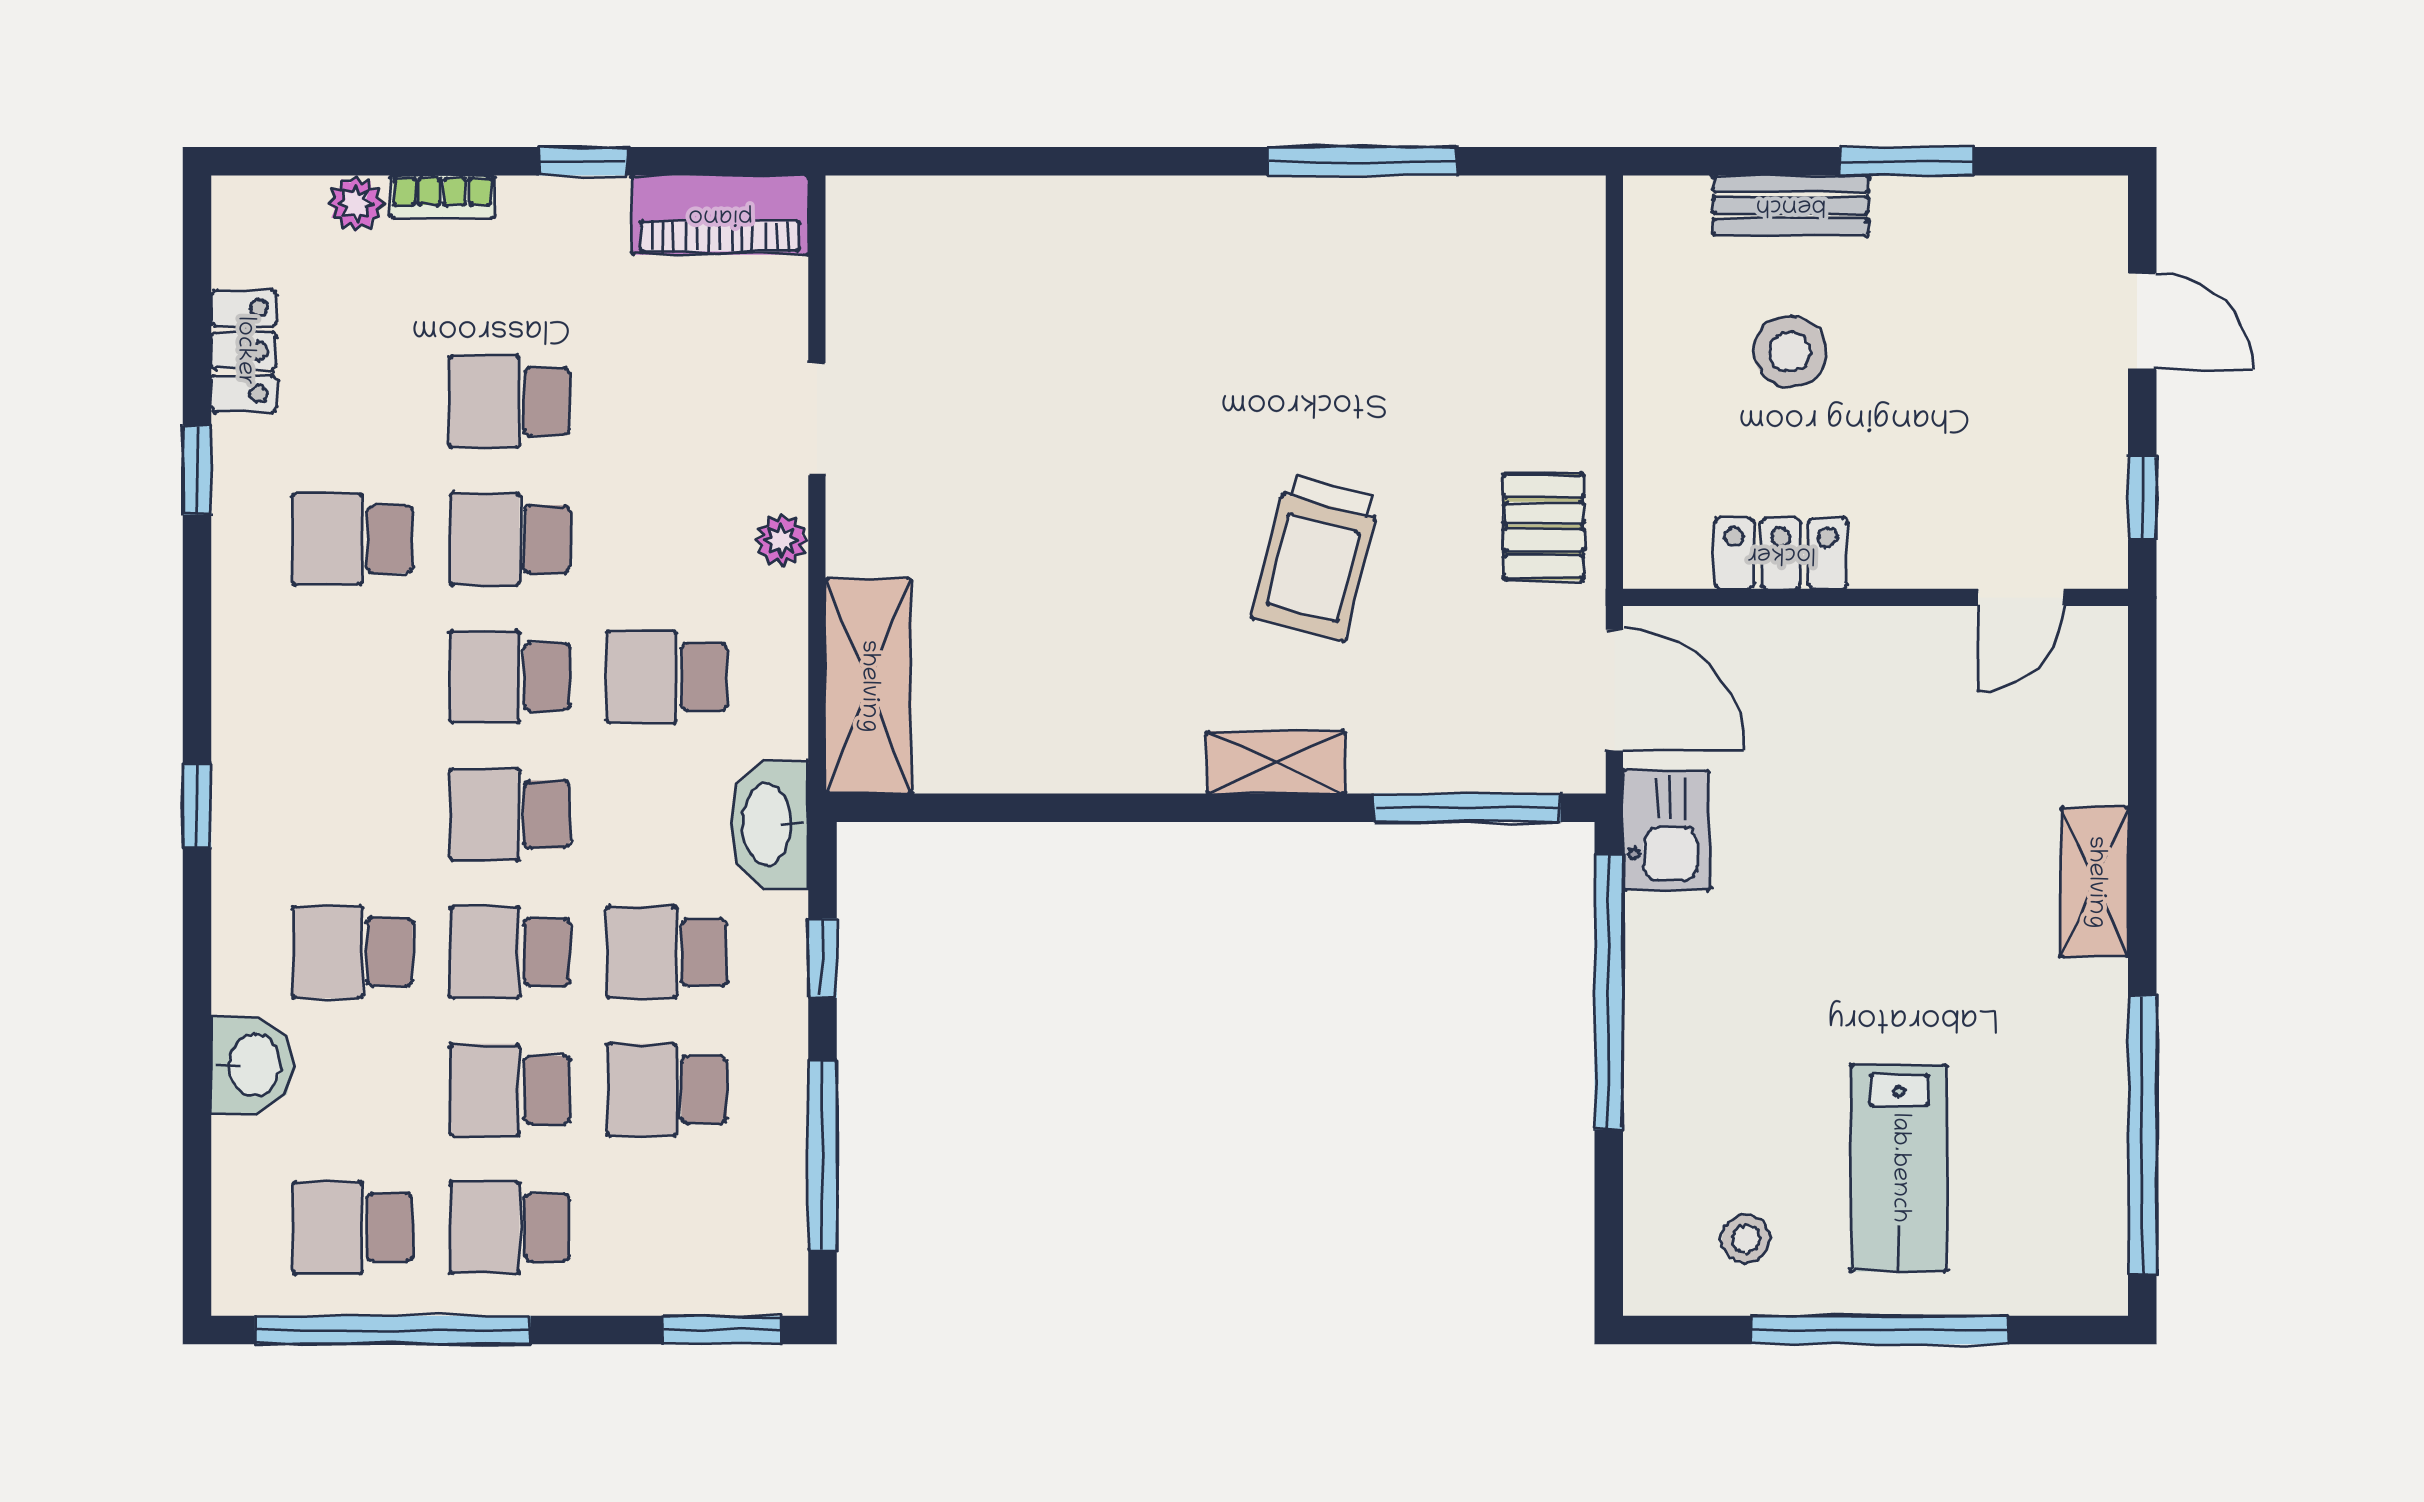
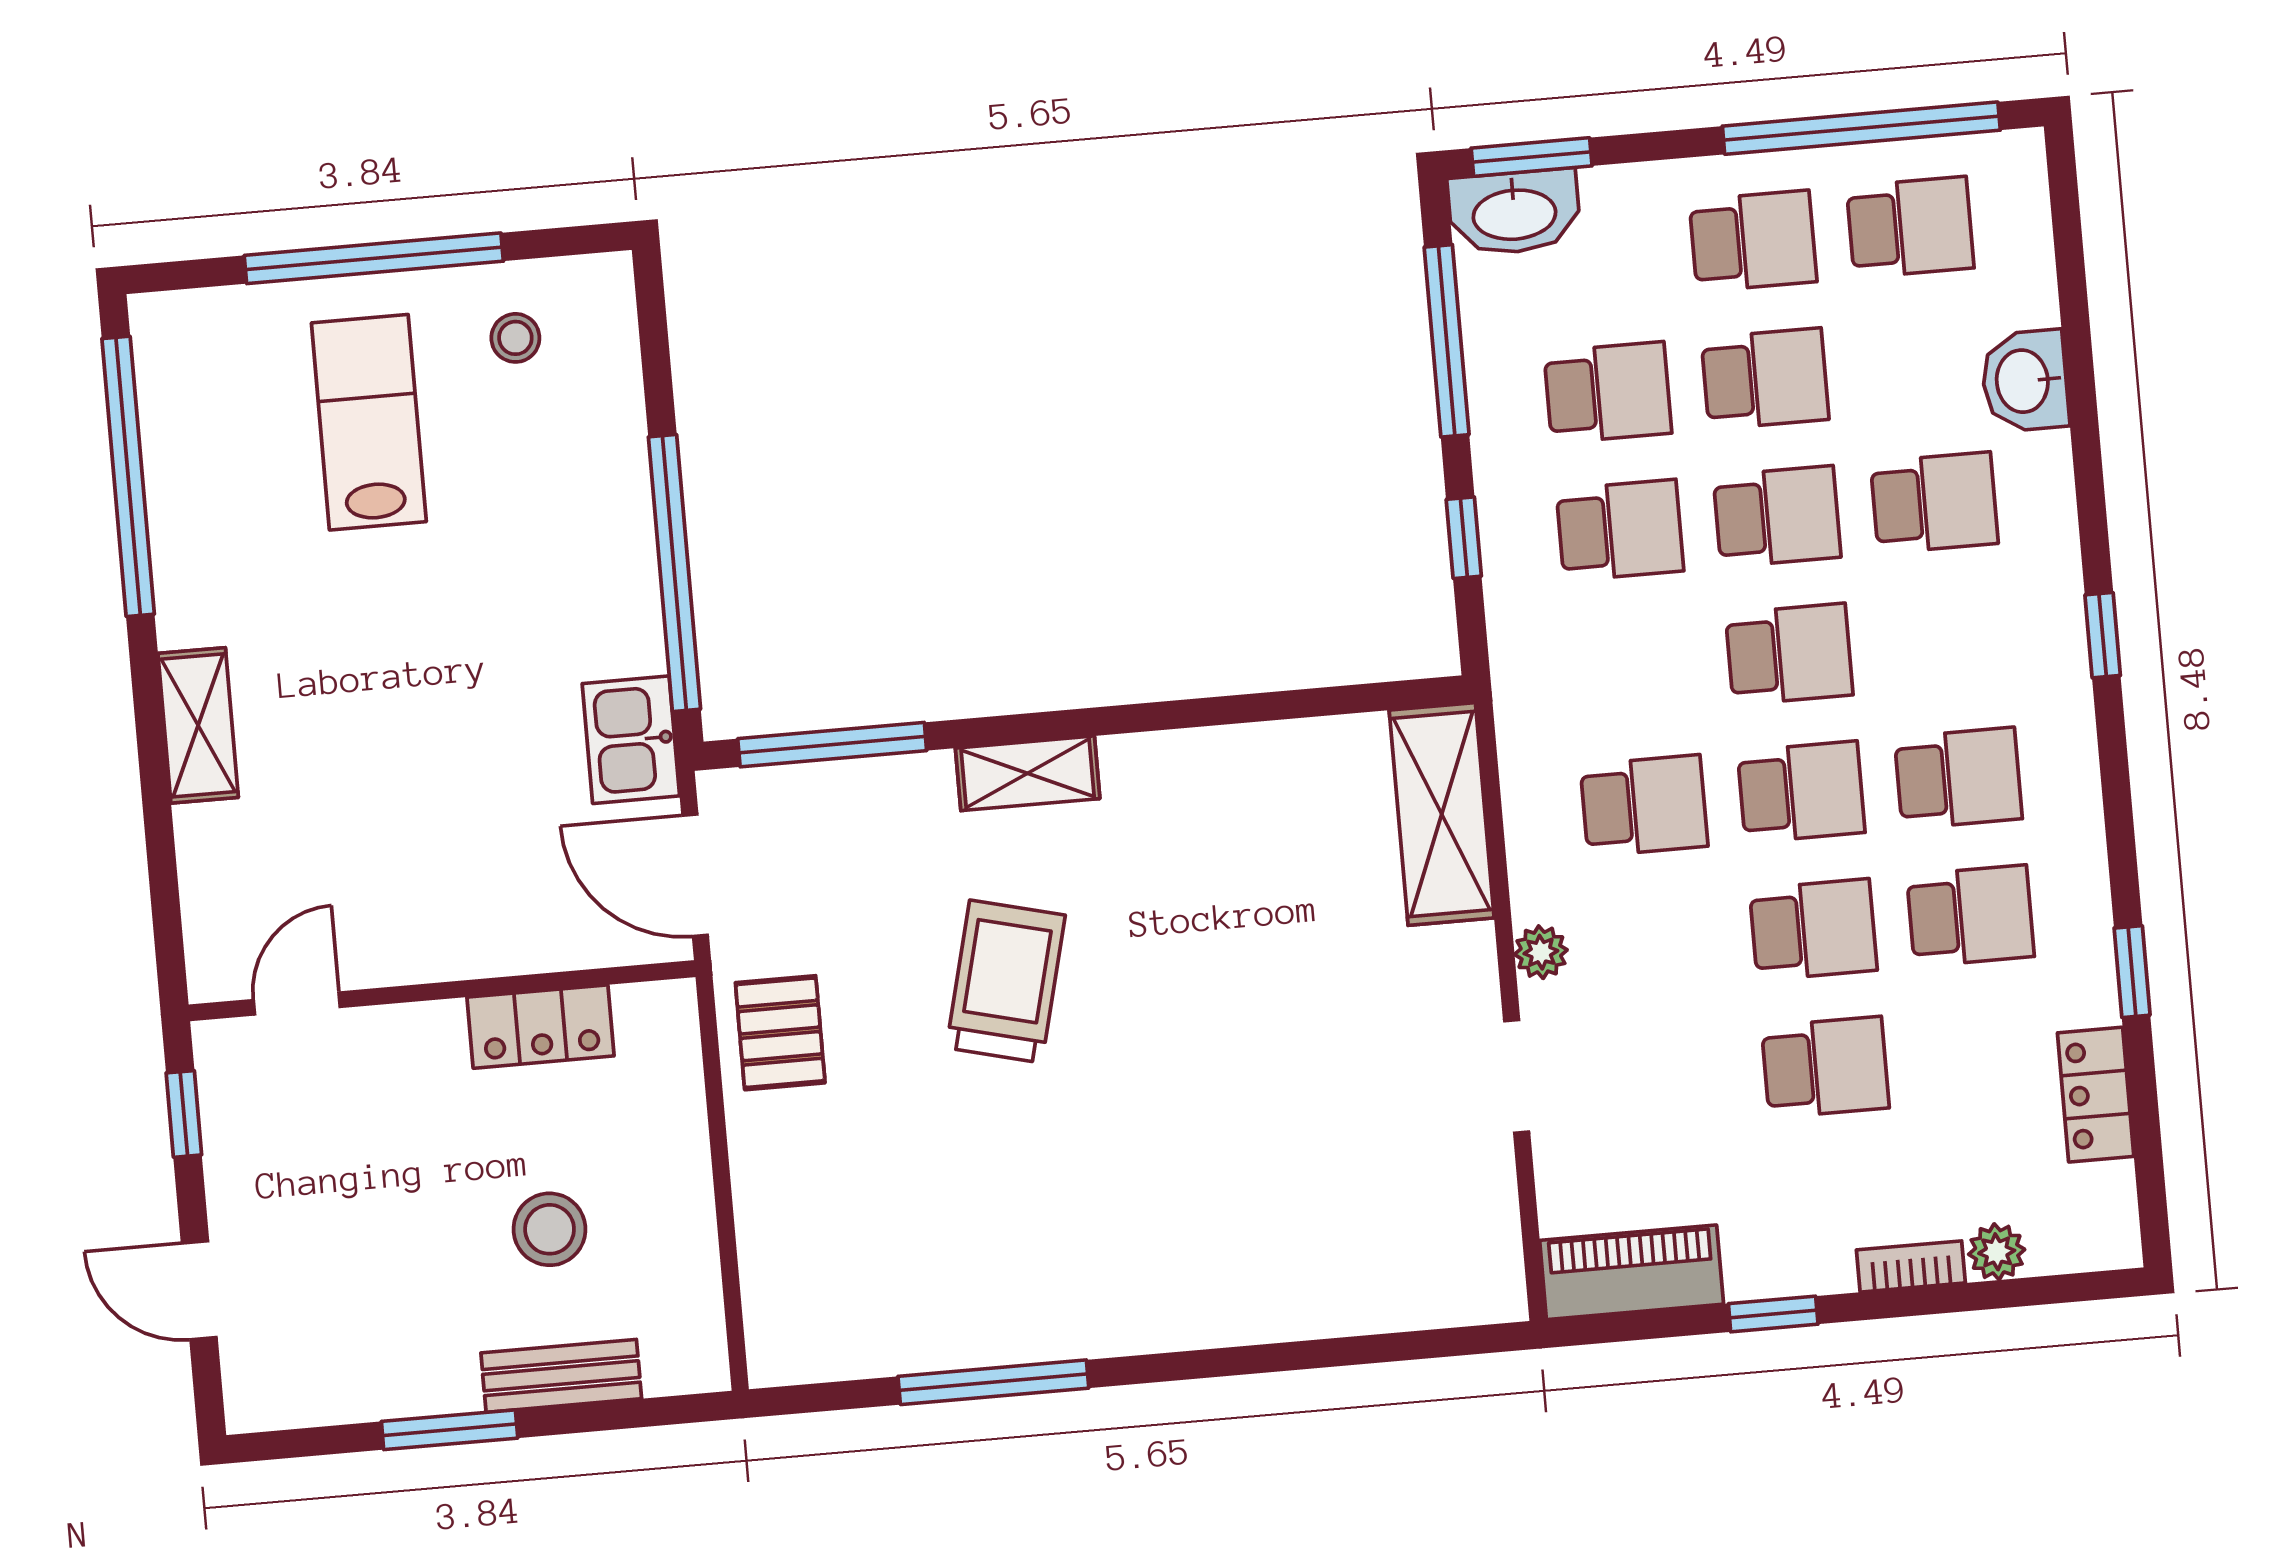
school desk: (353, 677) -> (1958, 778), added
washbasin: (769, 824) -> (1514, 212), moved, turned 90

